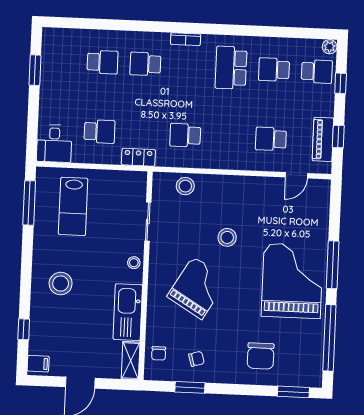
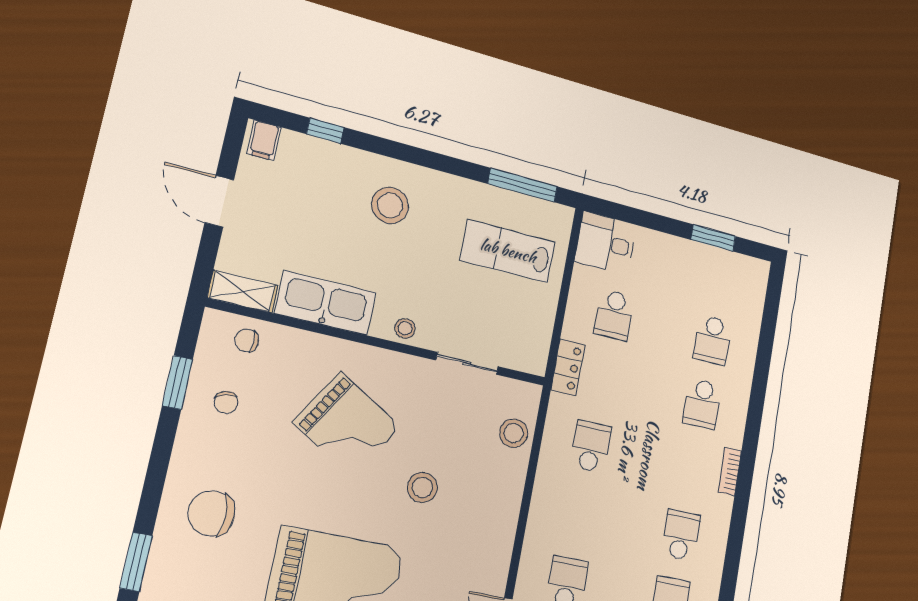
school desk: (145, 64) -> (702, 404), turned 180
school desk: (231, 68) -> (681, 535), width x0.54

